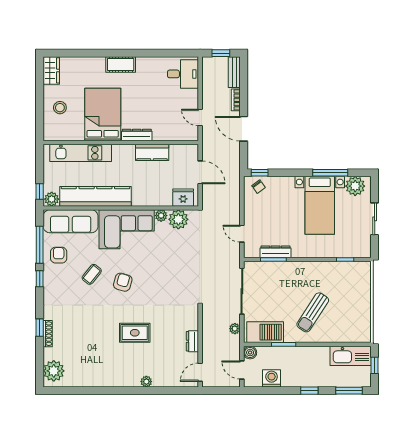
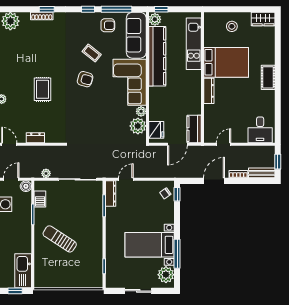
kitchen counter: (152, 152) -> (194, 129), moved
dresser: (275, 252) -> (111, 194), moved
barbecue: (265, 332) -> (40, 199), width x0.53, depth x0.65

